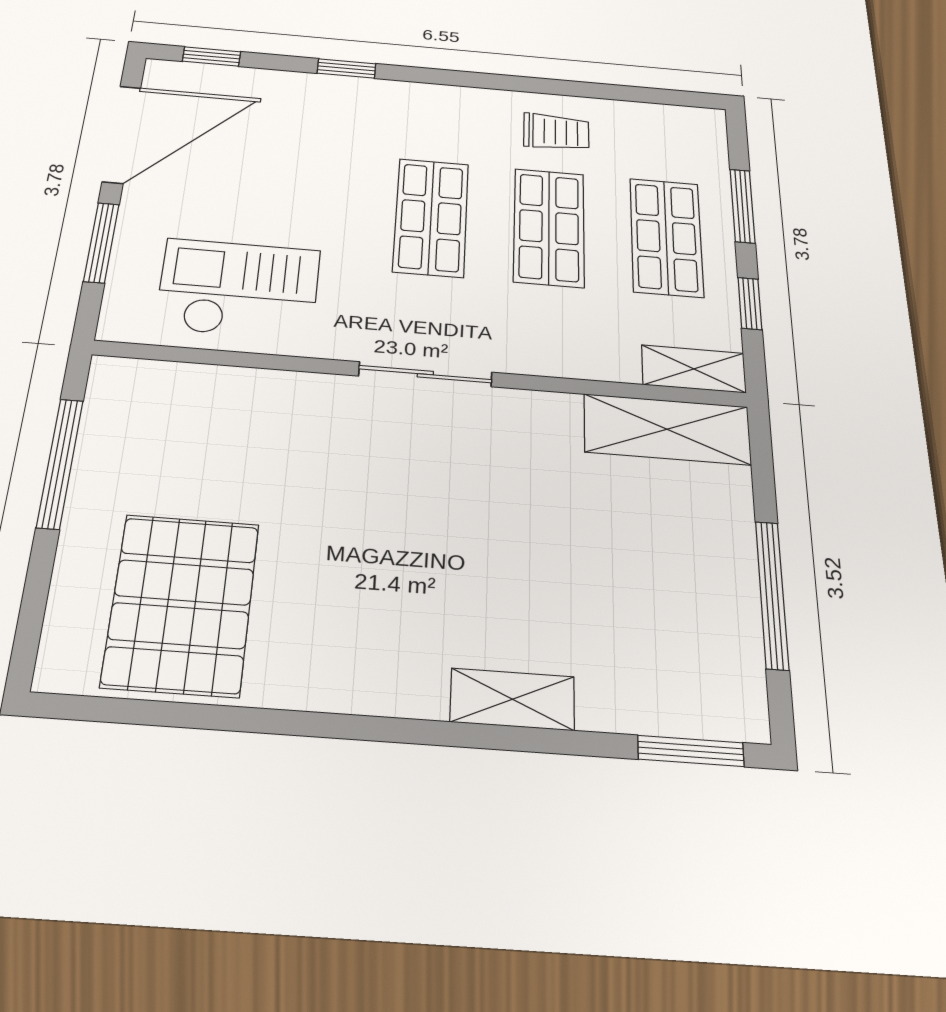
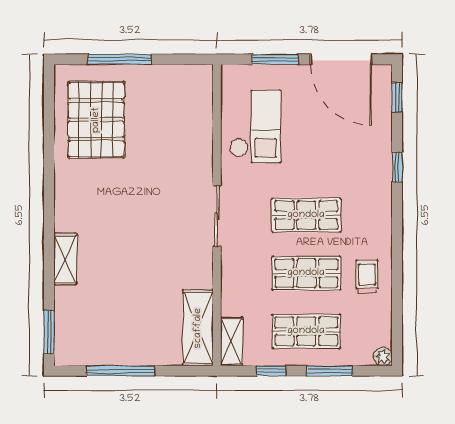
plant: (709, 121) -> (383, 357), added
trolley: (556, 132) -> (367, 277), turned 180
window: (60, 463) -> (120, 59), moved
pallet: (181, 604) -> (96, 120), turned 90

